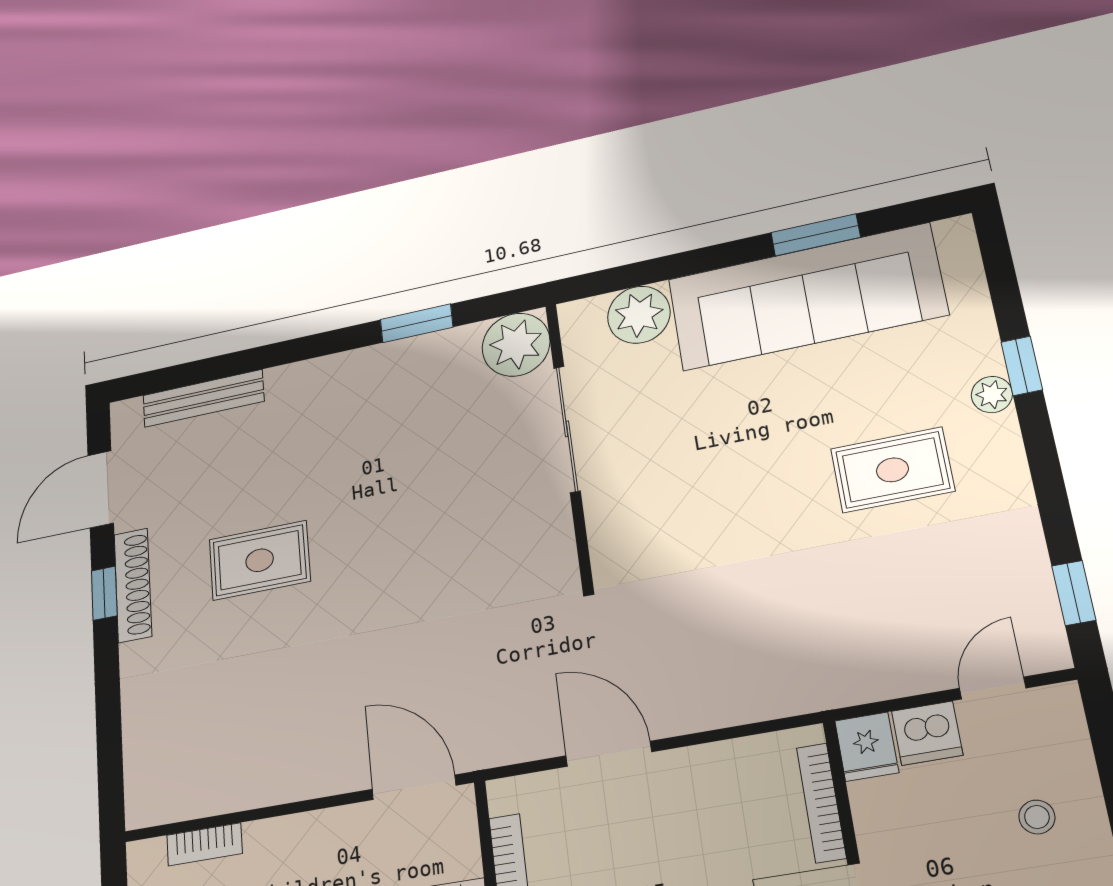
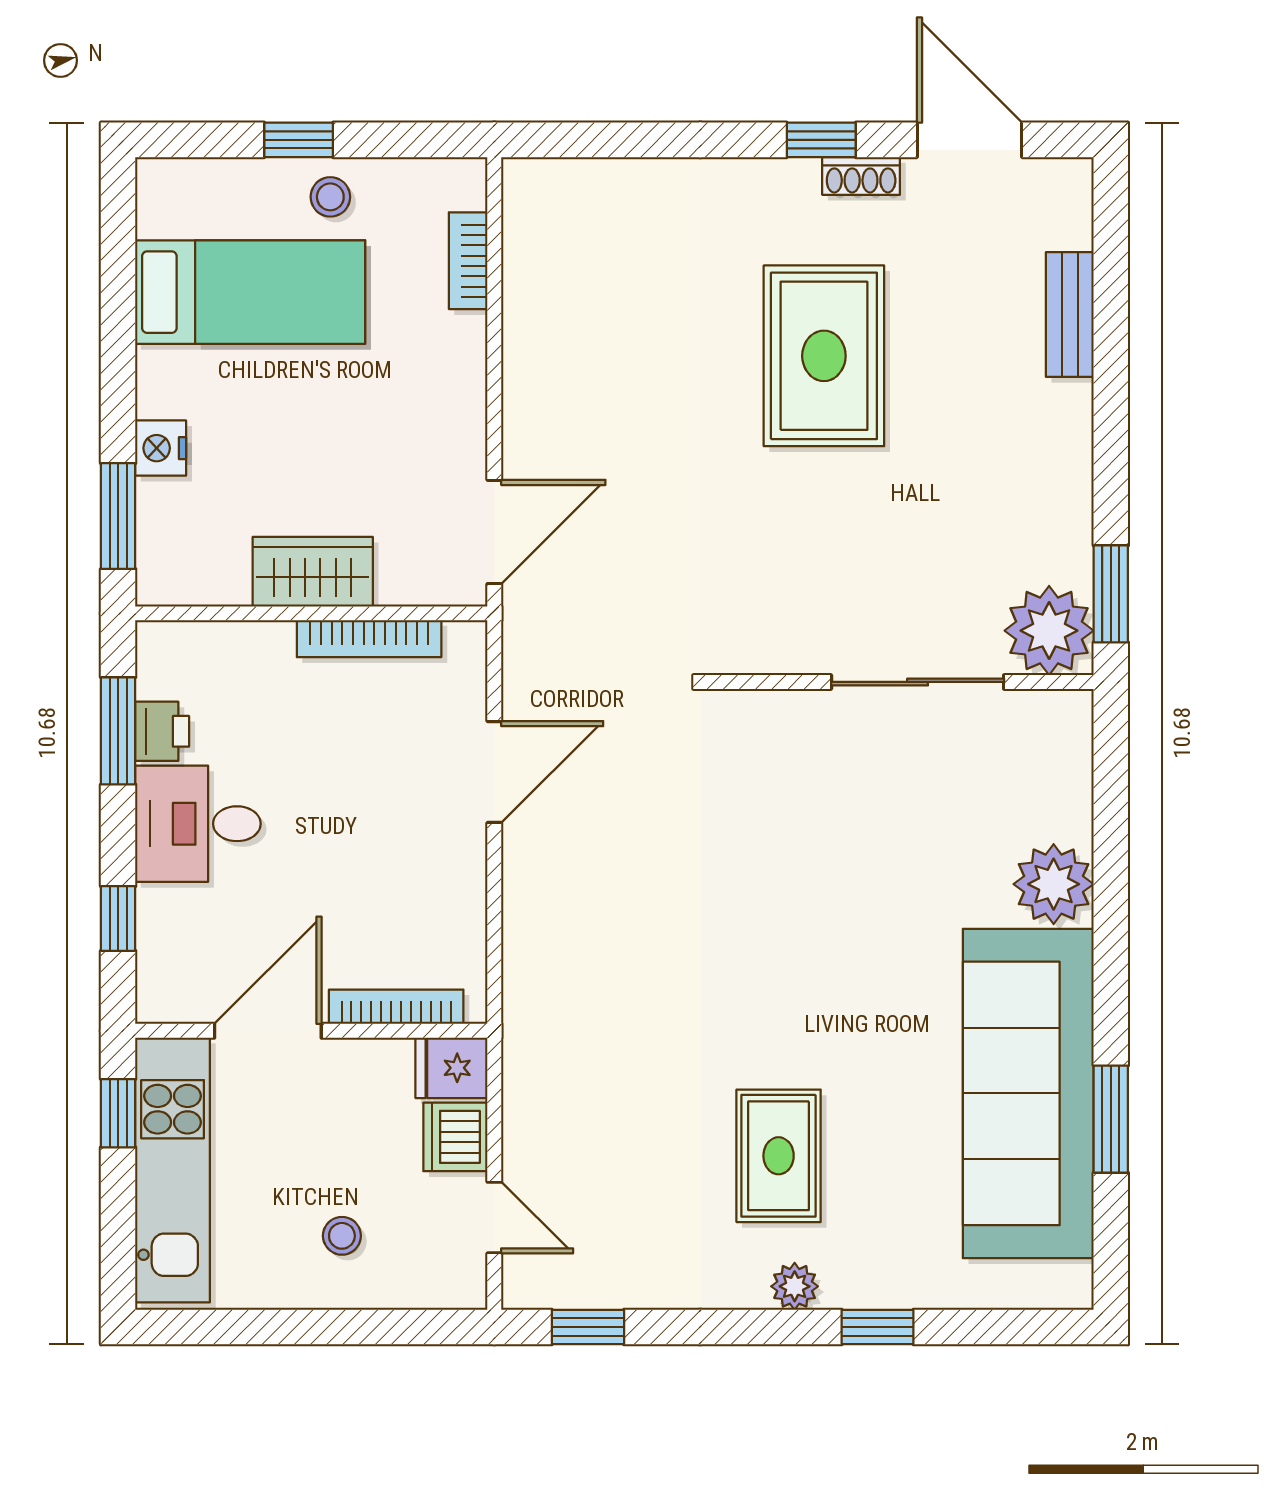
plant: (516, 345) -> (1049, 631), moved
plant: (992, 395) -> (795, 1286), moved
bench: (203, 398) -> (1070, 314), width x0.73
sliding door: (567, 429) -> (918, 682), moved
wall: (569, 441) -> (900, 682), moved
rug: (260, 560) -> (824, 356), width x1.36, depth x1.43
shoe rack: (133, 585) -> (861, 176), width x0.51, depth x0.81

